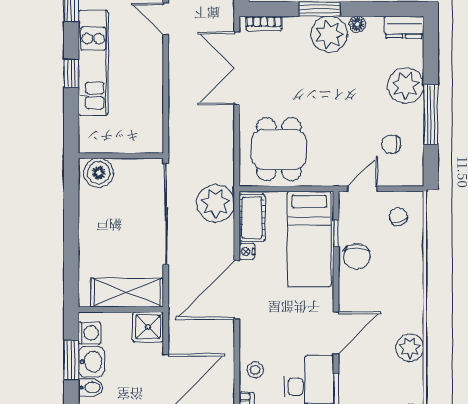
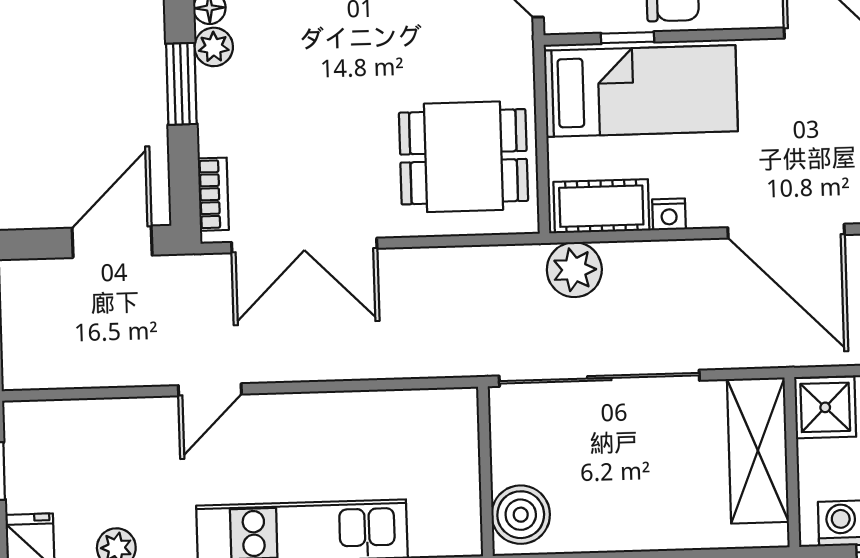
plant: (329, 34) -> (214, 47), width x0.53, depth x0.53
plant: (216, 203) -> (574, 270), width x0.73, depth x0.73
door: (237, 290) -> (786, 231), moved

